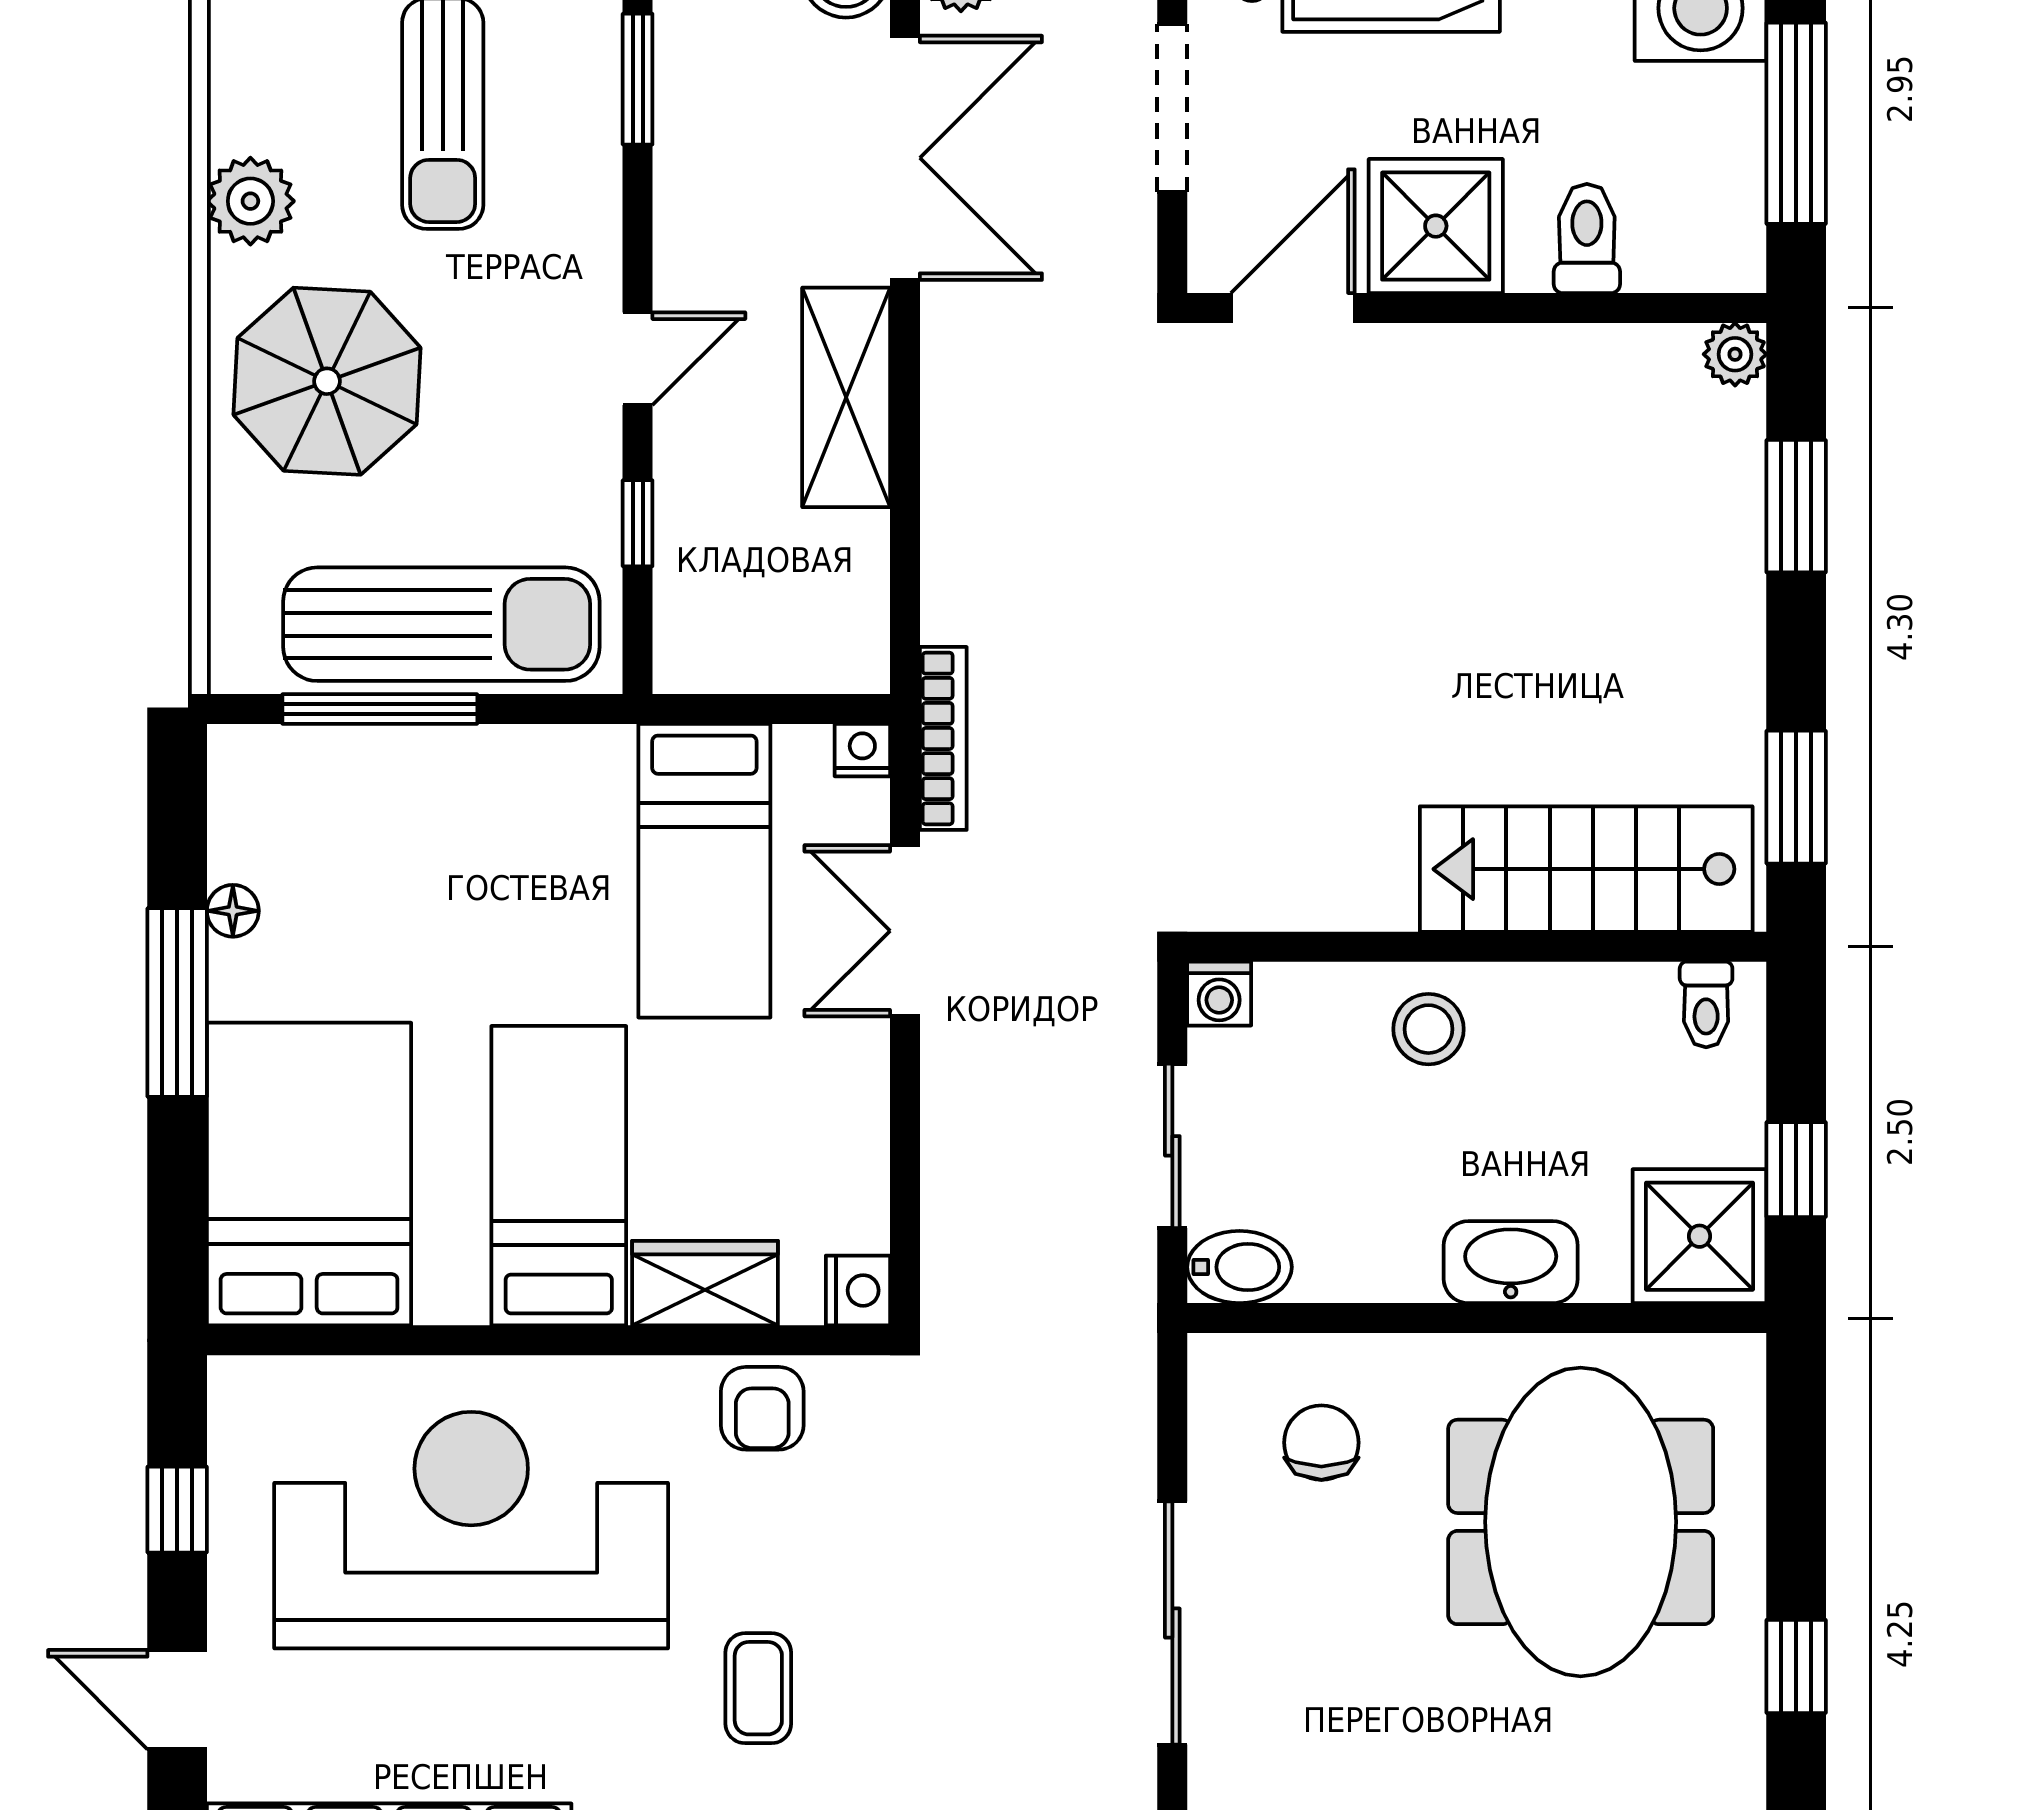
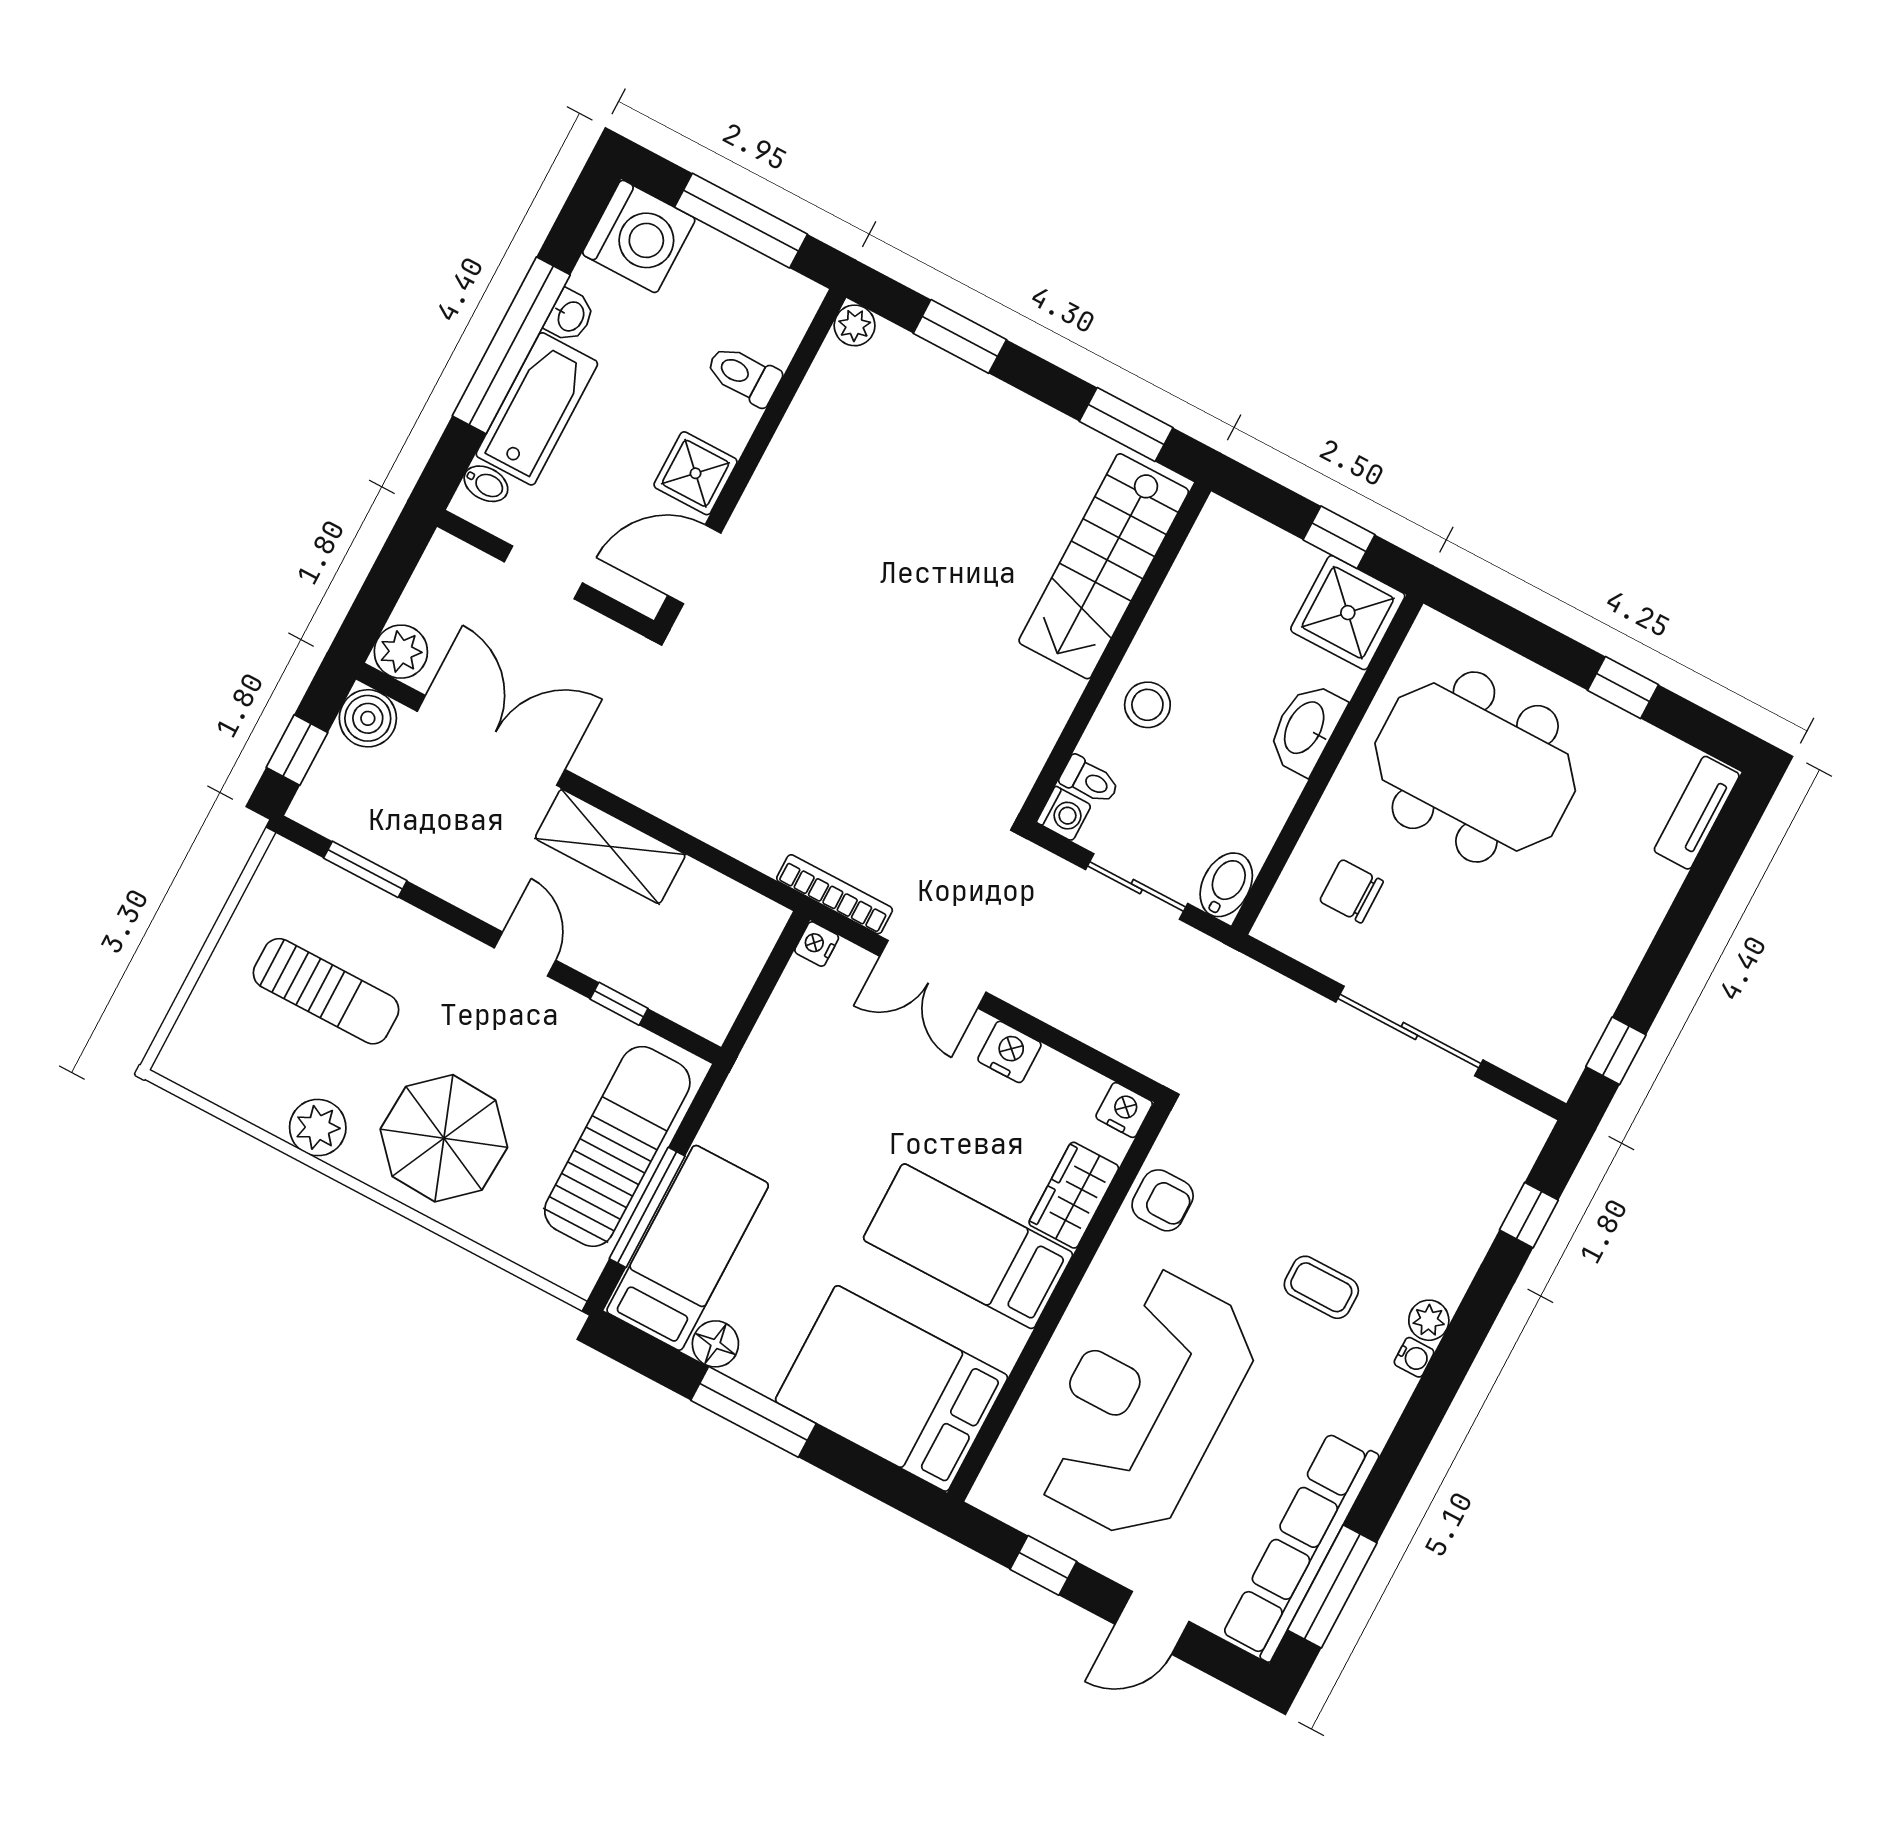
doorway: (1172, 108) -> (543, 572), width x0.73
shower: (1436, 226) -> (696, 473), width x0.73, depth x0.73
door: (1293, 308) -> (694, 564), hinge flipped
bed: (704, 871) -> (688, 1248), moved, turned -90
floor lamp: (233, 911) -> (715, 1344), width x1.37, depth x1.37
toilet: (1706, 1004) -> (1090, 780), moved
nightstand: (854, 1092) -> (1009, 1052), added

